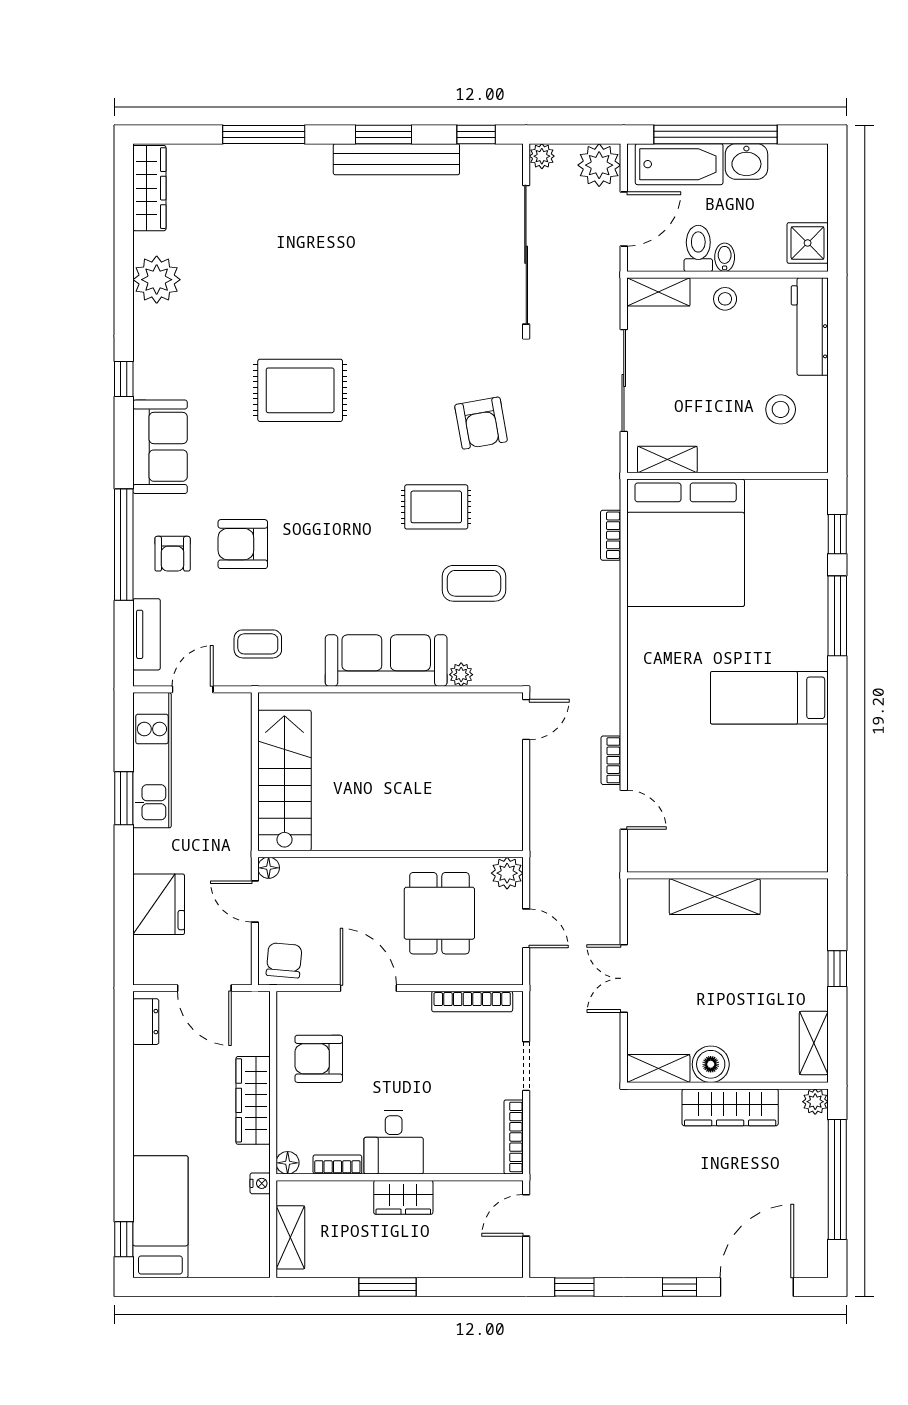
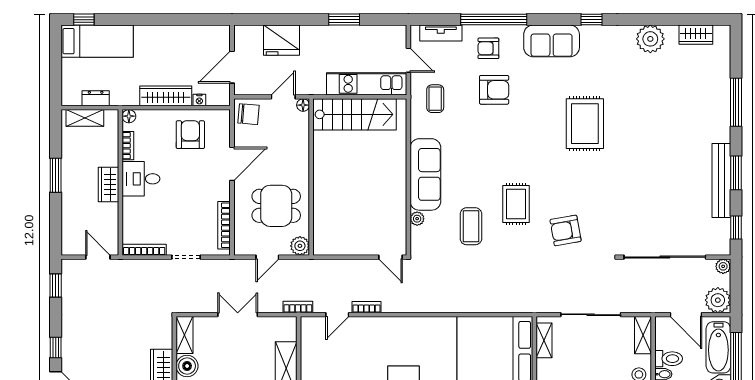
wardrobe: (149, 188) -> (696, 35), width x0.67
bookcase: (611, 535) -> (298, 307), moved
armchair: (243, 544) -> (494, 90), turned 90
kitchen unit: (152, 760) -> (367, 84), moved, turned 180
dresser: (146, 1022) -> (96, 98), moved, turned 180
nightstand: (260, 1183) -> (199, 100), moved

